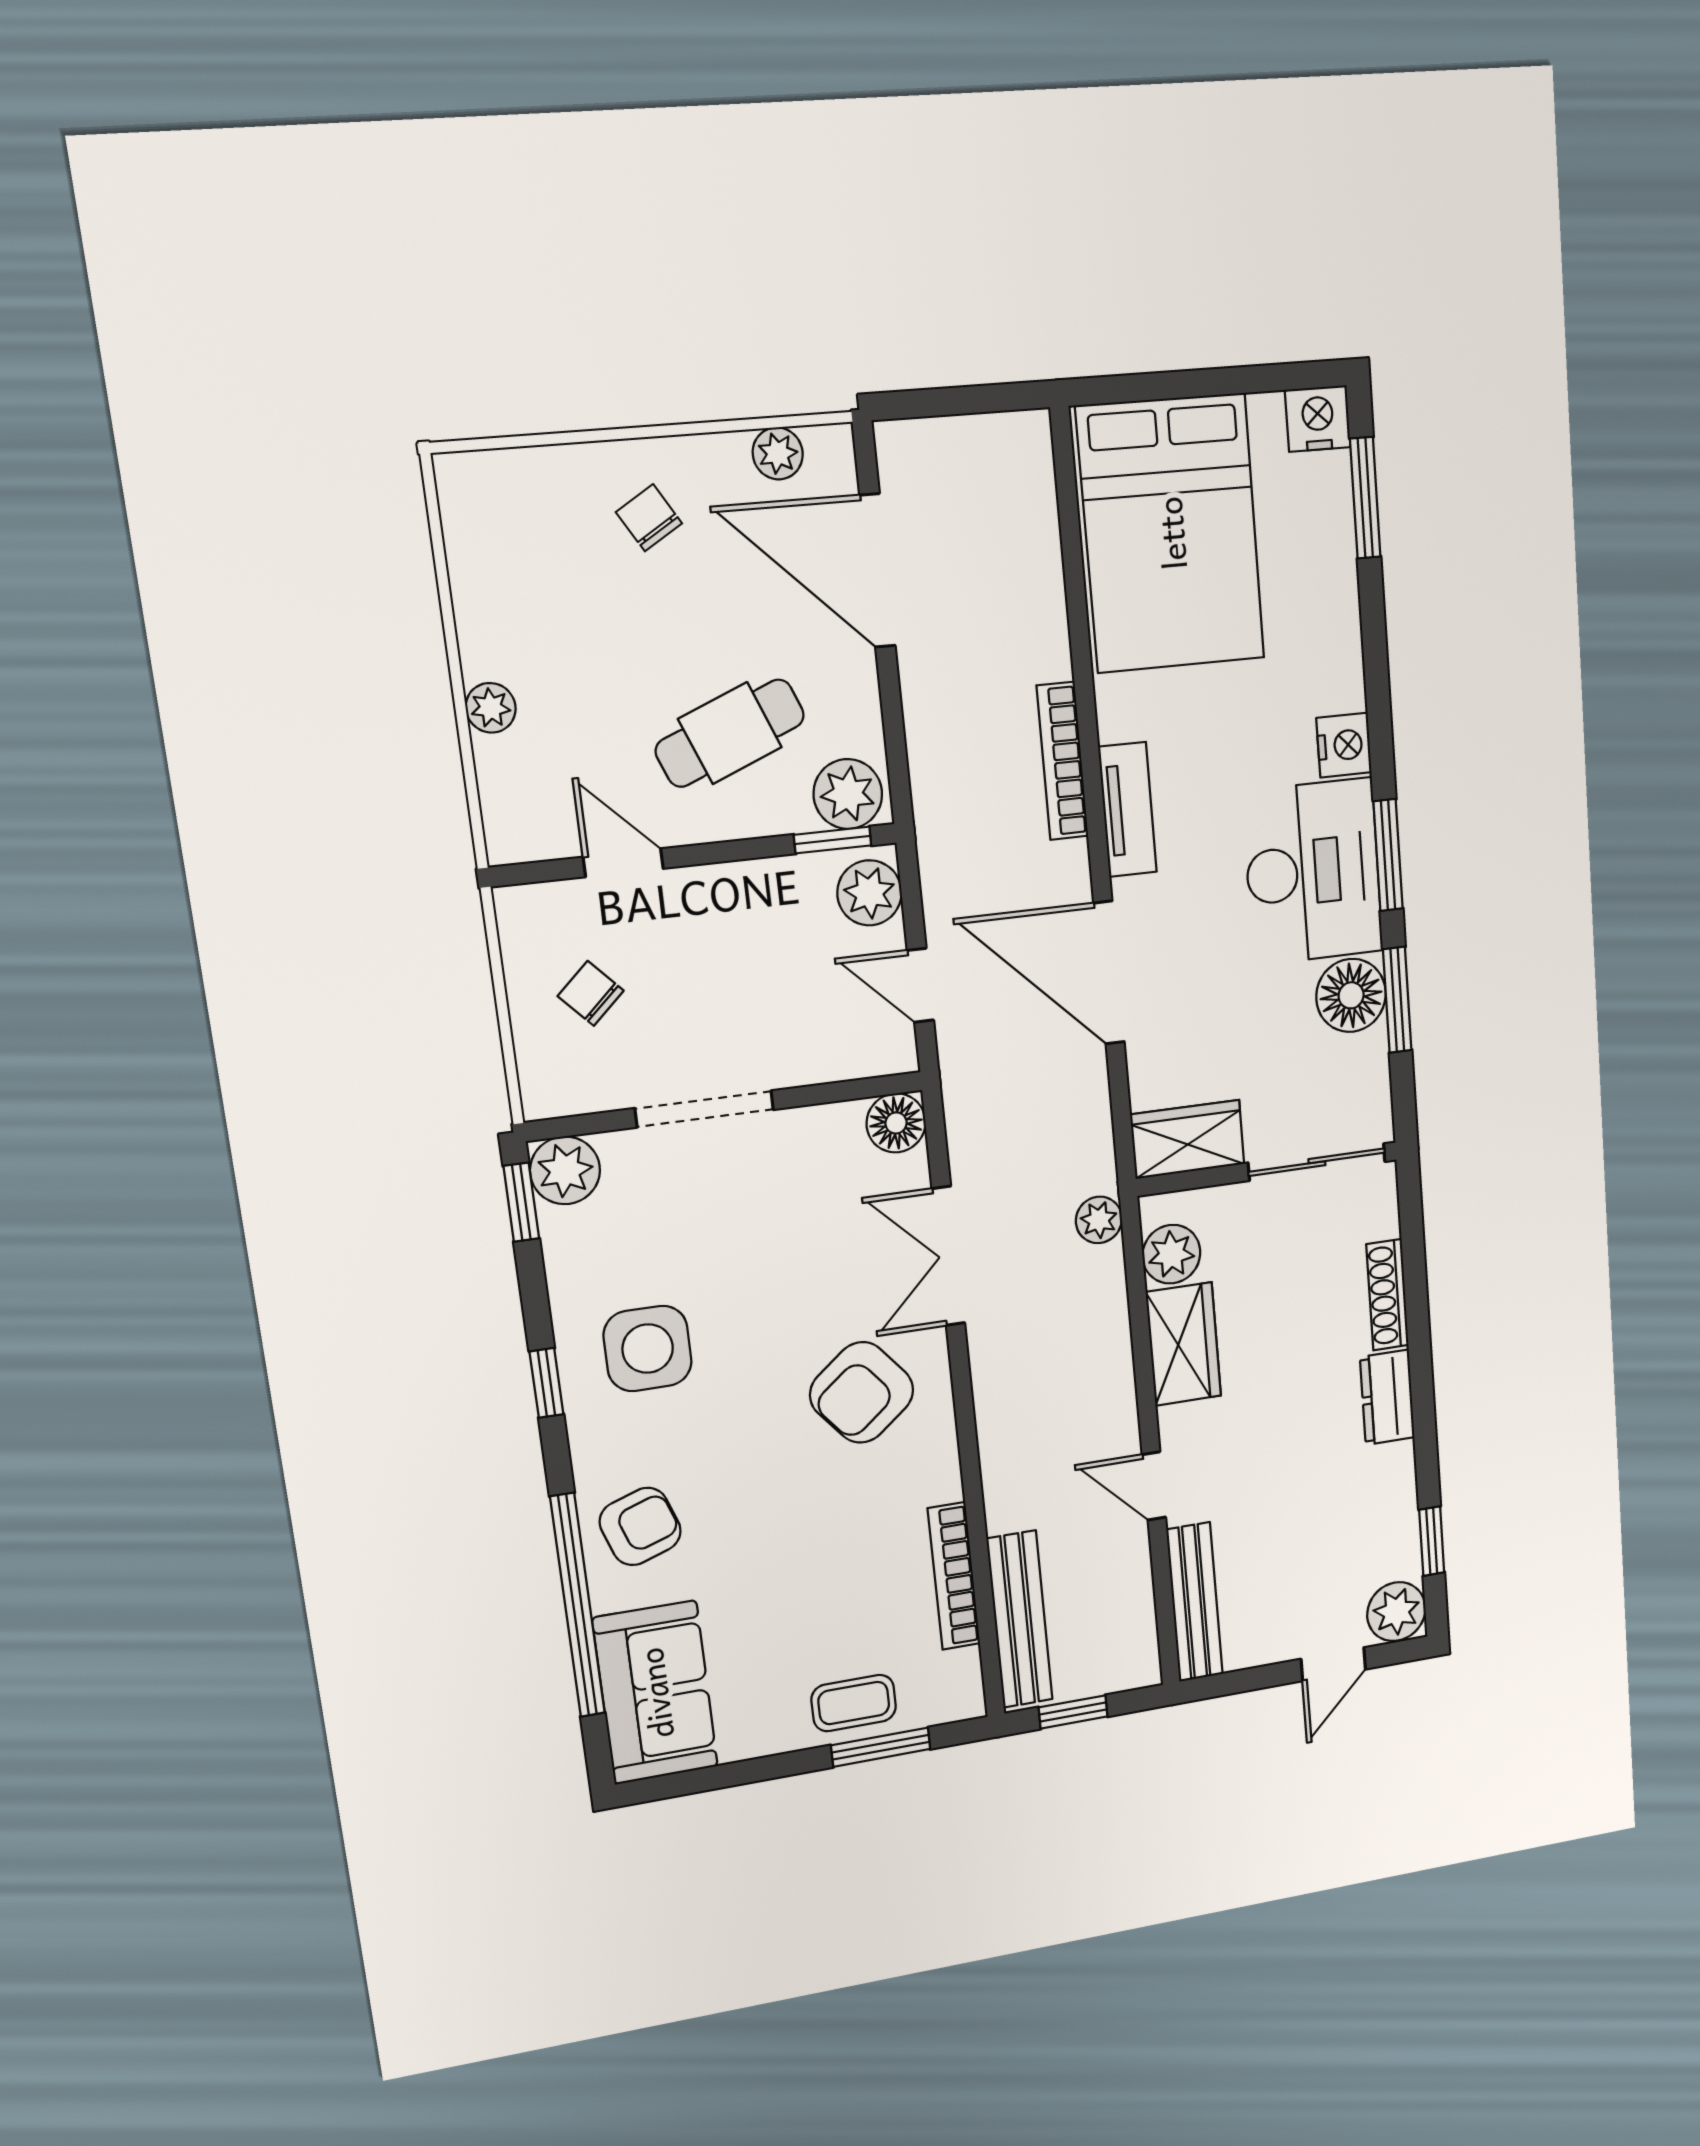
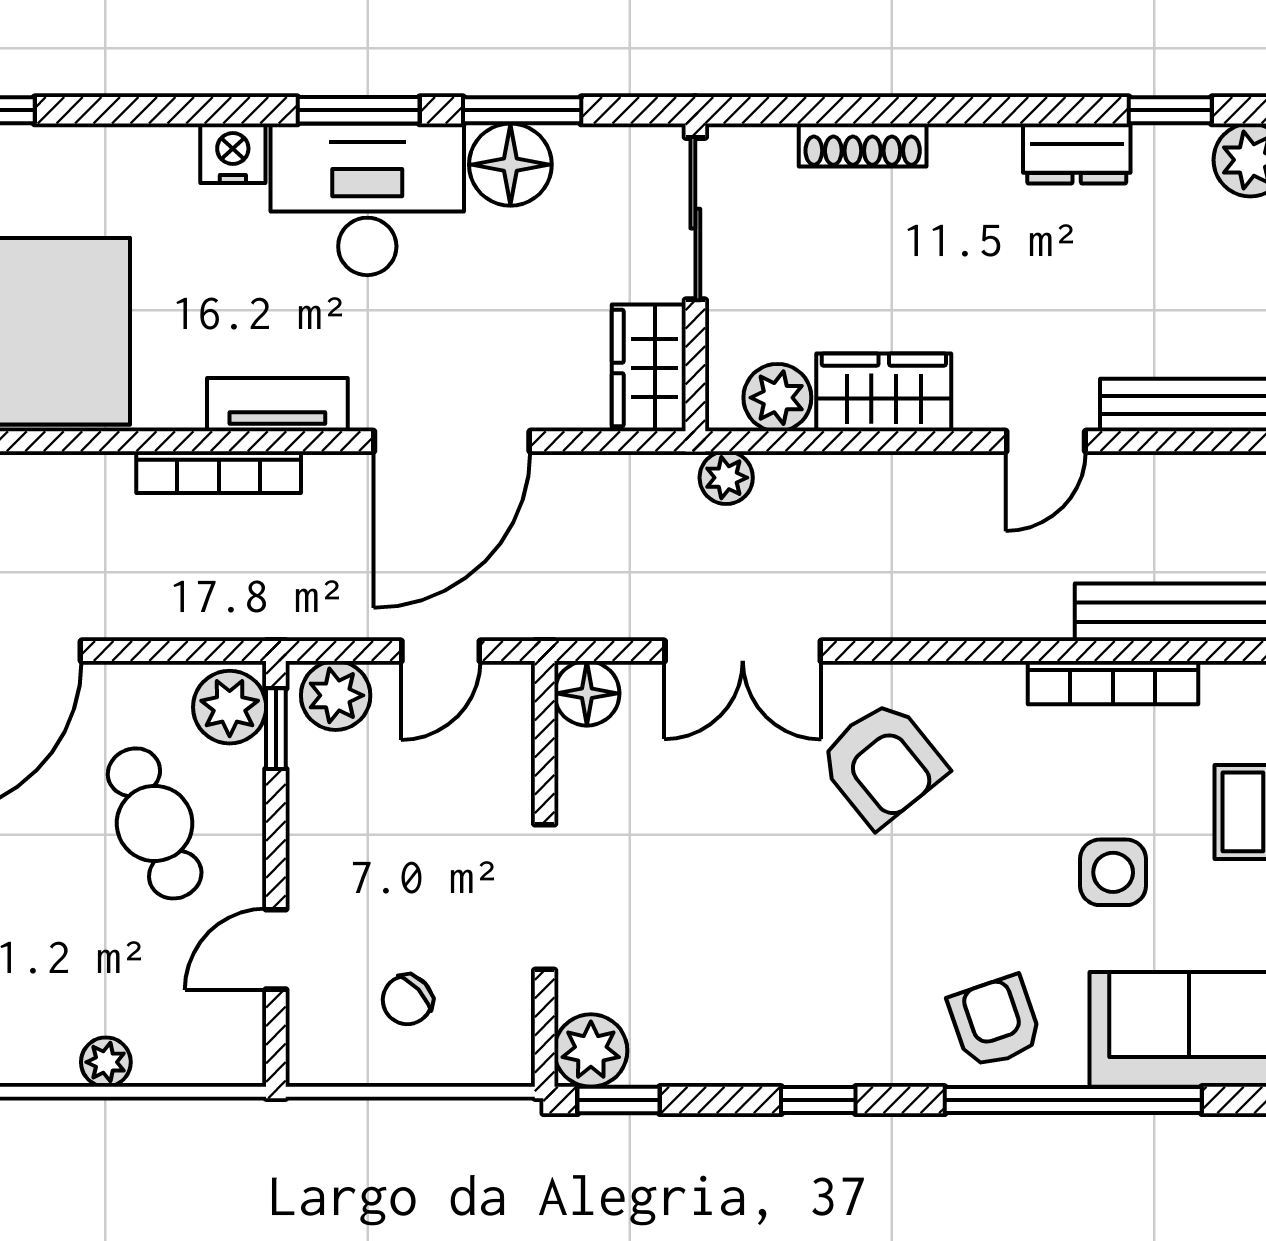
side table: (648, 1349) -> (1113, 872), moved, width x0.73, depth x0.73
dresser: (1387, 1397) -> (1077, 154), moved

